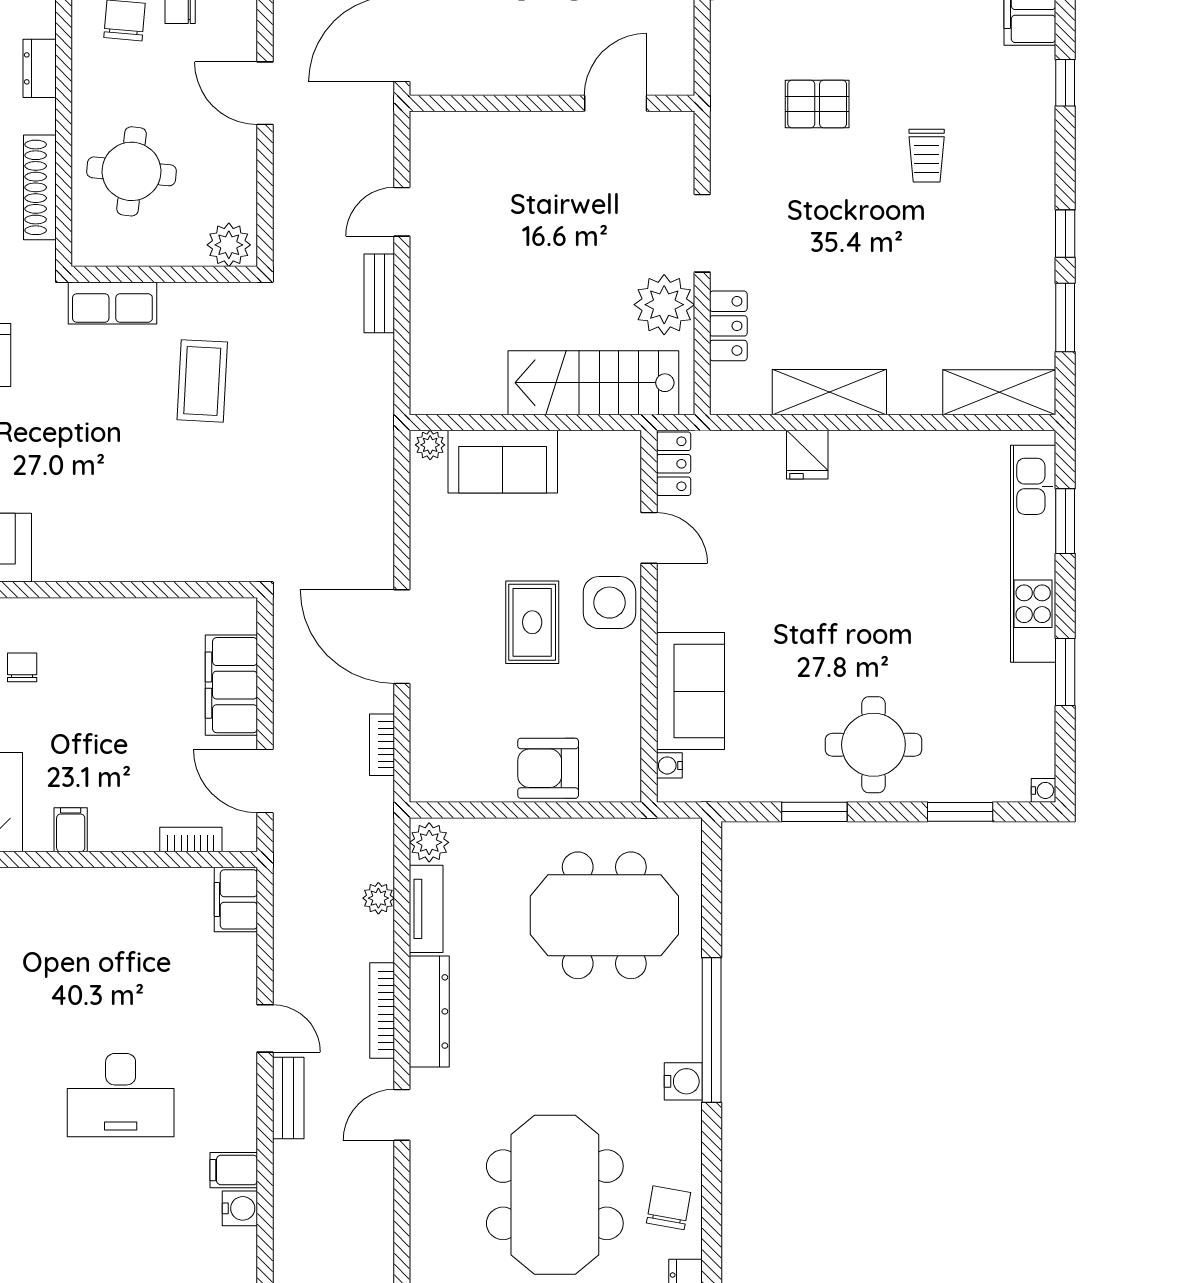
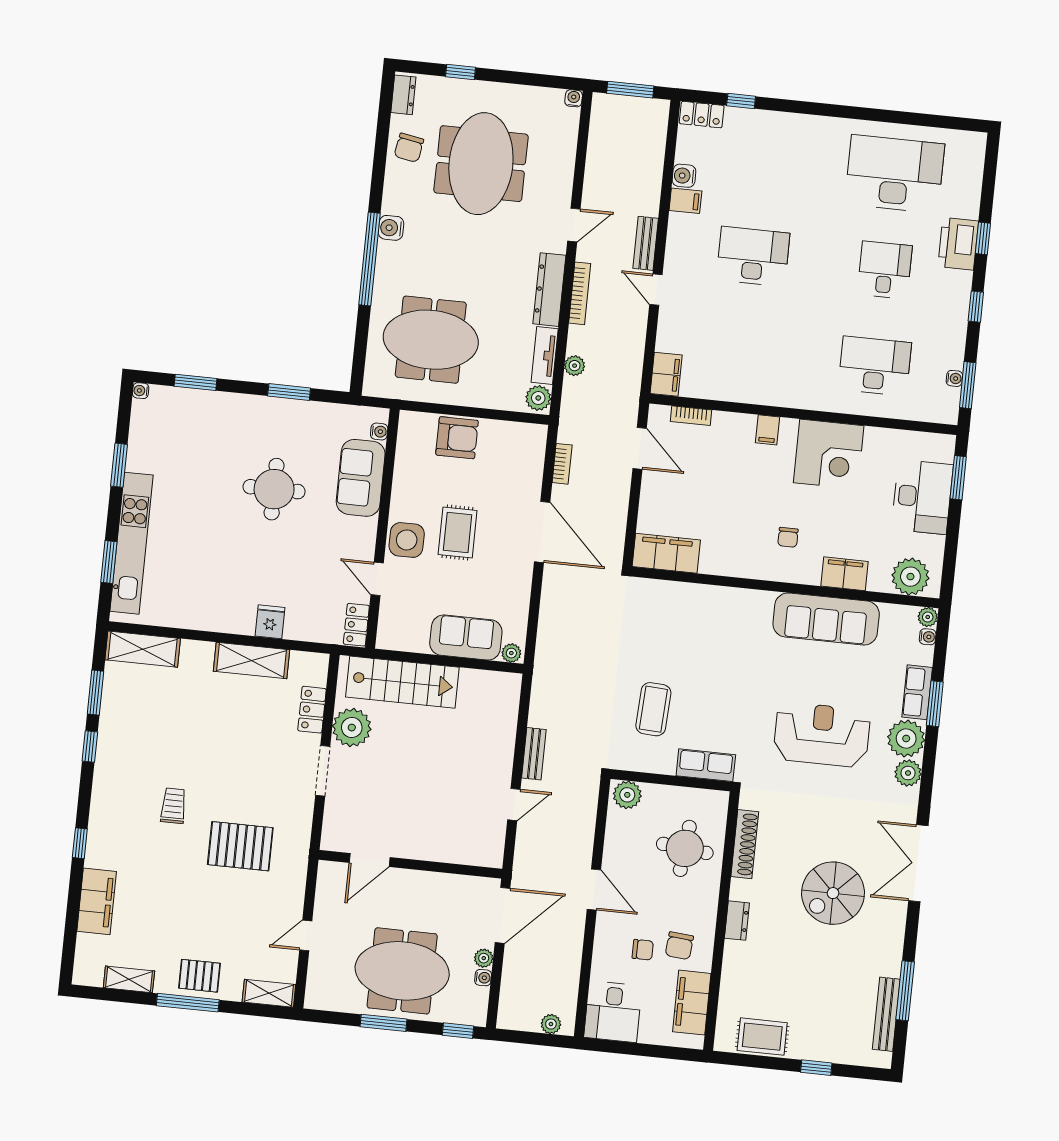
pallet: (817, 104) -> (240, 846), width x1.50, depth x1.42
filing cabinet: (231, 685) -> (666, 553), moved, turned -90
round table: (873, 745) -> (274, 489), moved

